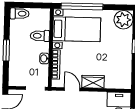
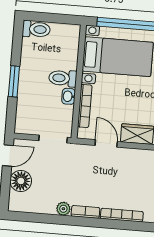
toilet: (40, 36) -> (63, 78), moved

